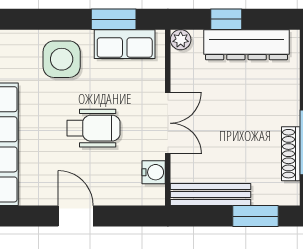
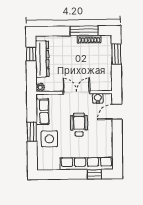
window: (114, 19) -> (32, 132), moved
window: (226, 19) -> (31, 54), moved
bench: (211, 195) -> (107, 74), removed
door: (76, 216) -> (117, 112), moved

